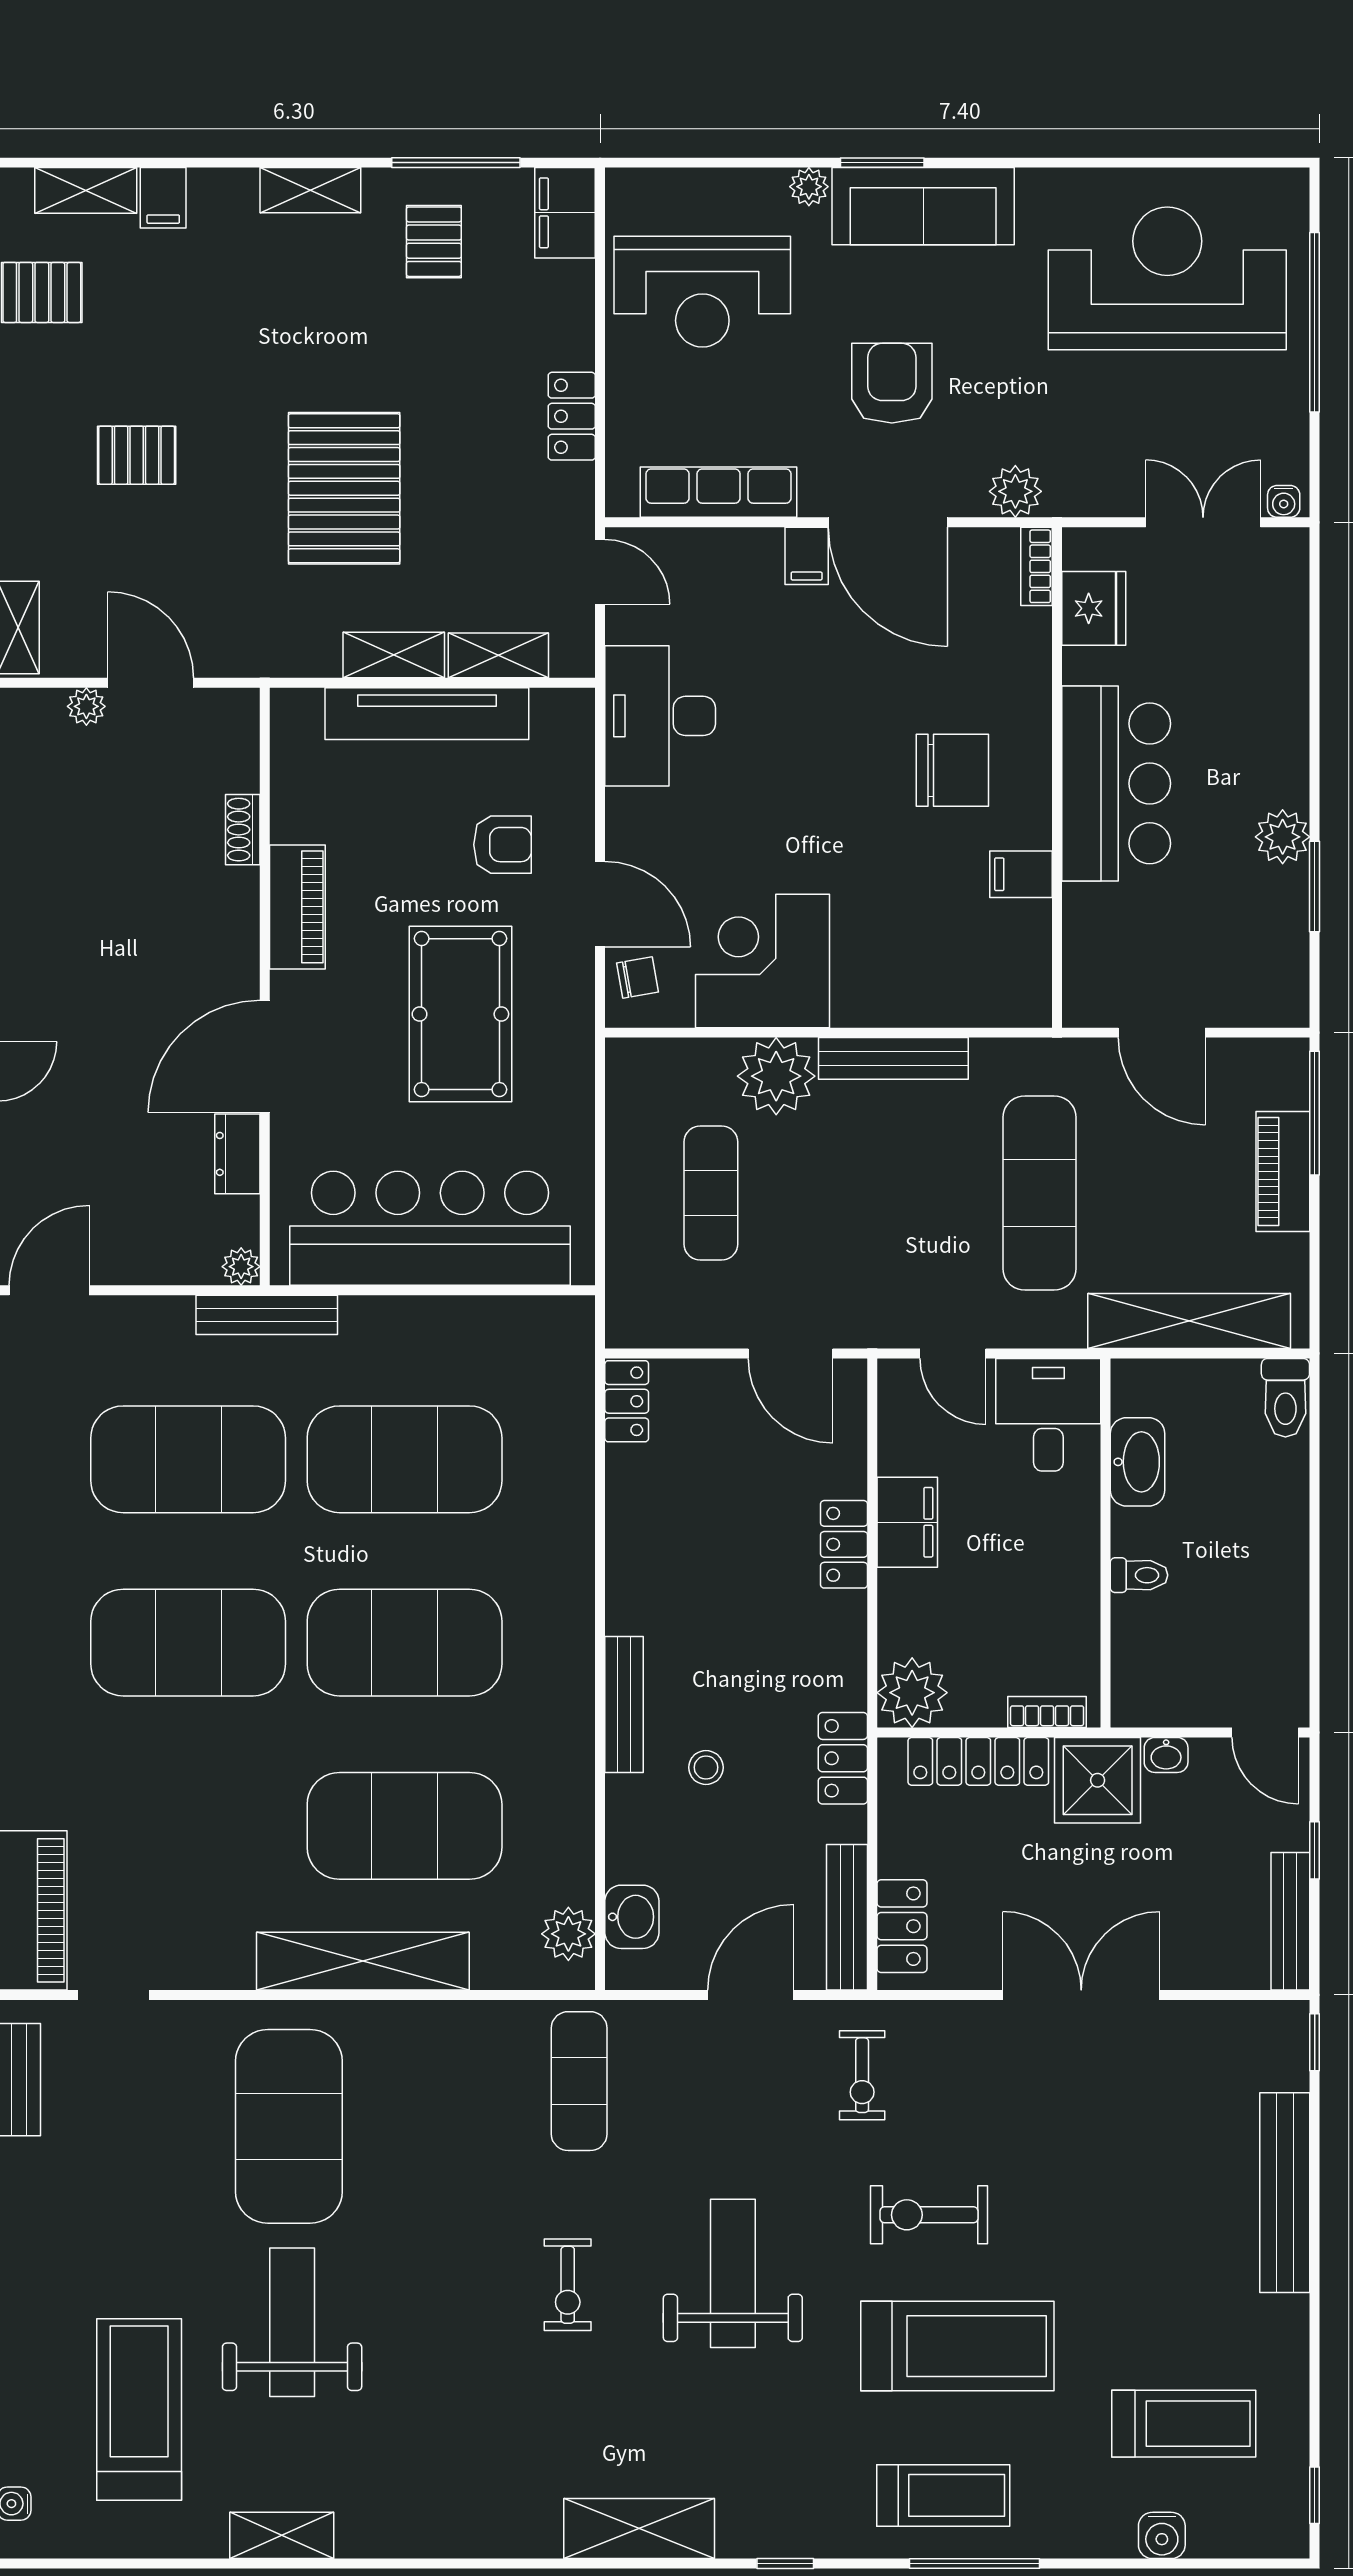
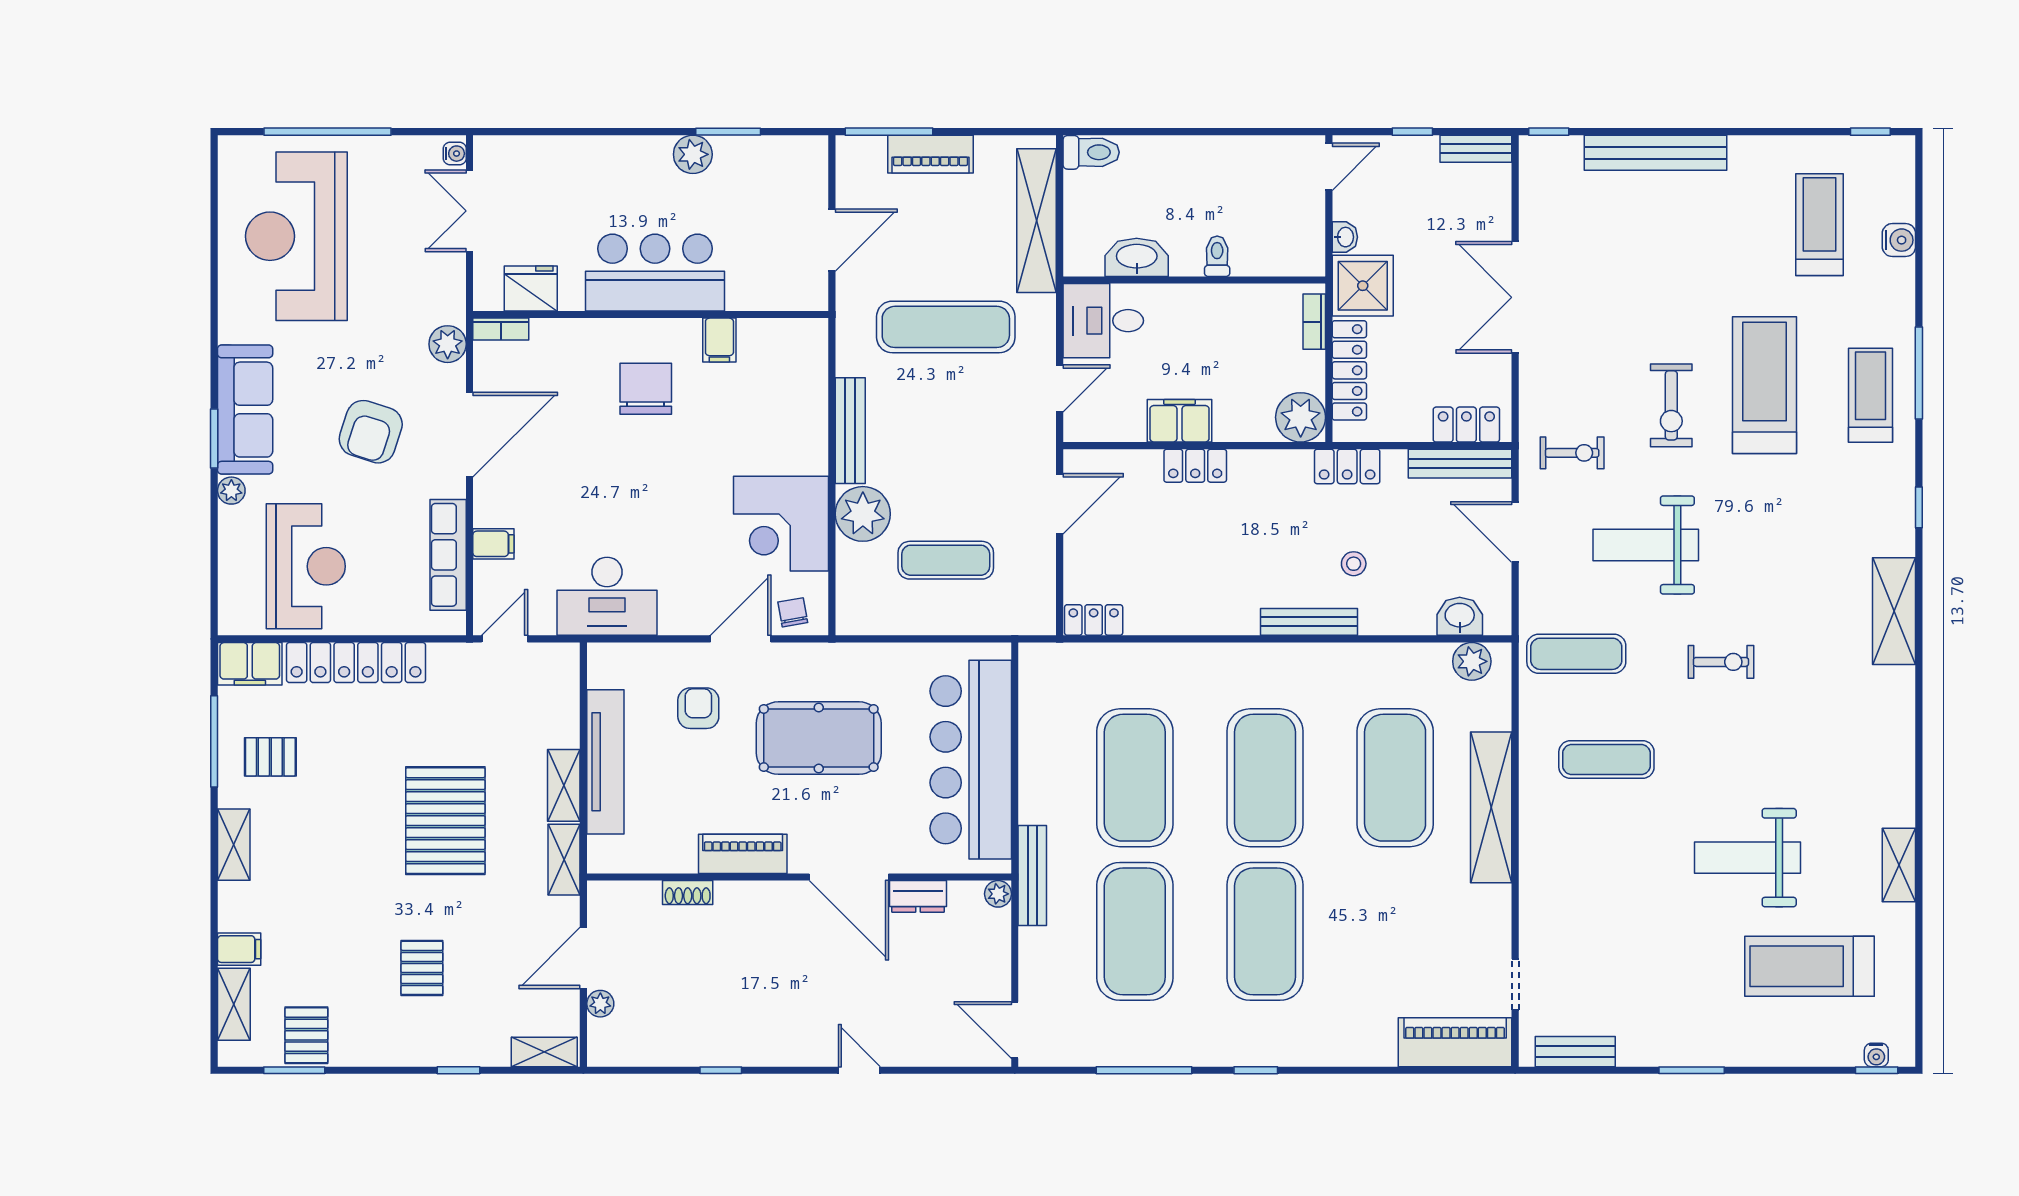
armchair: (892, 383) -> (371, 432), turned -72
locker: (572, 416) -> (356, 662), width x2.16, depth x1.21
pallet: (344, 488) -> (445, 821), turned 90
filing cabinet: (807, 556) -> (493, 544), moved
shelving: (498, 655) -> (564, 860), moved
bench: (1290, 1921) -> (1476, 149), width x0.73
exercise mat: (289, 2126) -> (1606, 760), moved, width x0.50, depth x0.69
weight bench: (733, 2273) -> (1646, 545), moved

